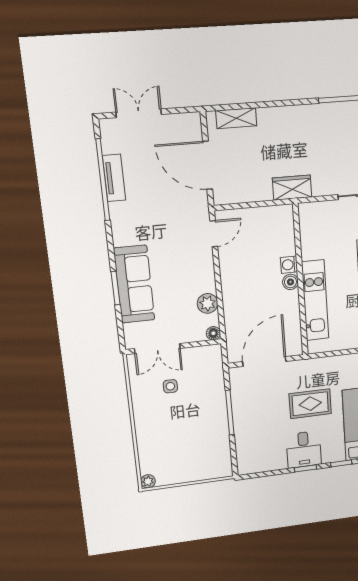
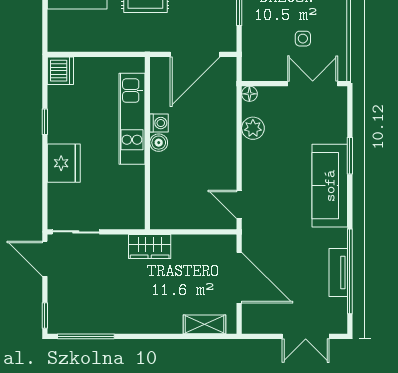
door: (214, 234) -> (239, 204), hinge flipped
washing machine: (289, 265) -> (159, 123), moved
sofa: (134, 284) -> (330, 186), moved

